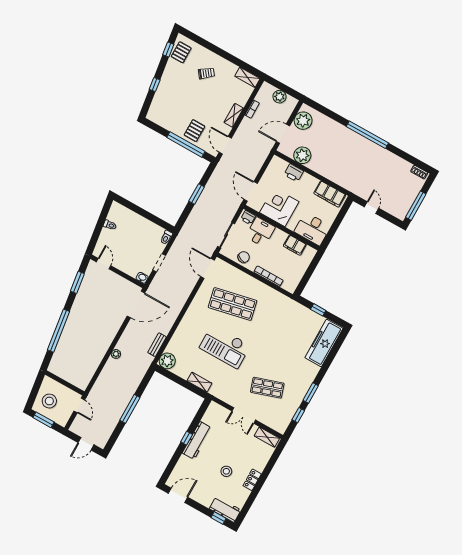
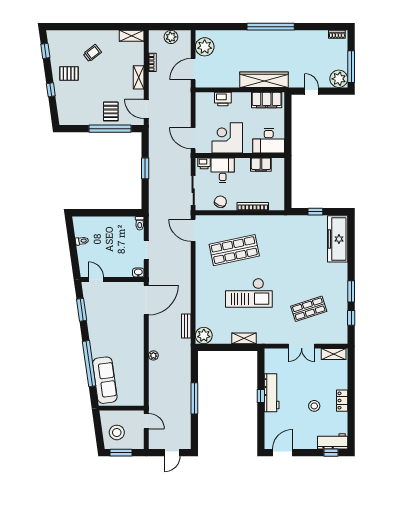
pallet: (181, 52) -> (69, 73), moved, turned 90
plant: (302, 155) -> (339, 79), moved
wardrobe: (337, 176) -> (264, 80), added
sofa: (64, 352) -> (105, 380), added

